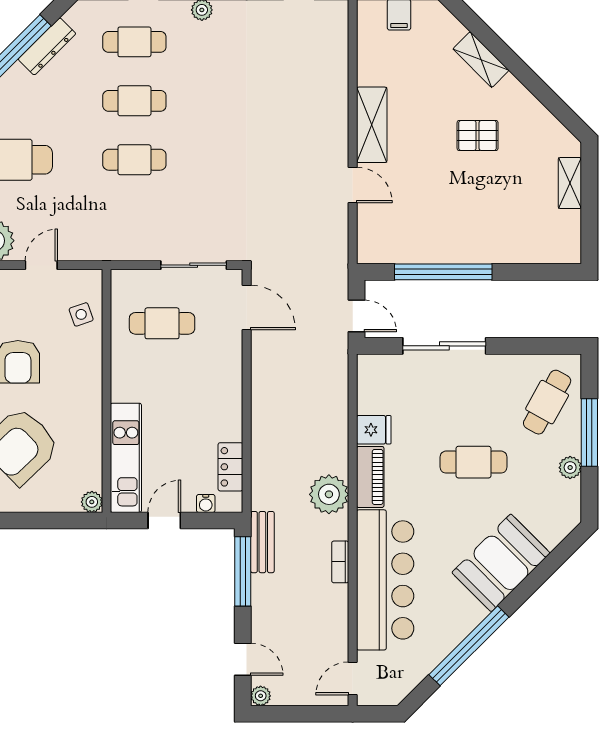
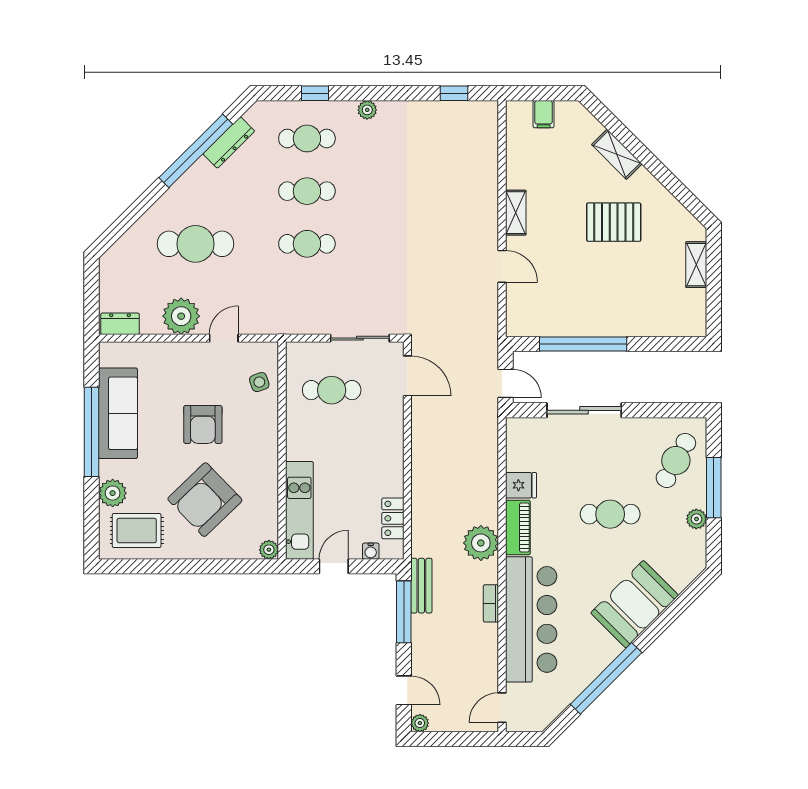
shelving: (372, 125) -> (516, 213), width x0.67, depth x0.75
pallet: (478, 135) -> (614, 222), width x1.50, depth x1.42

